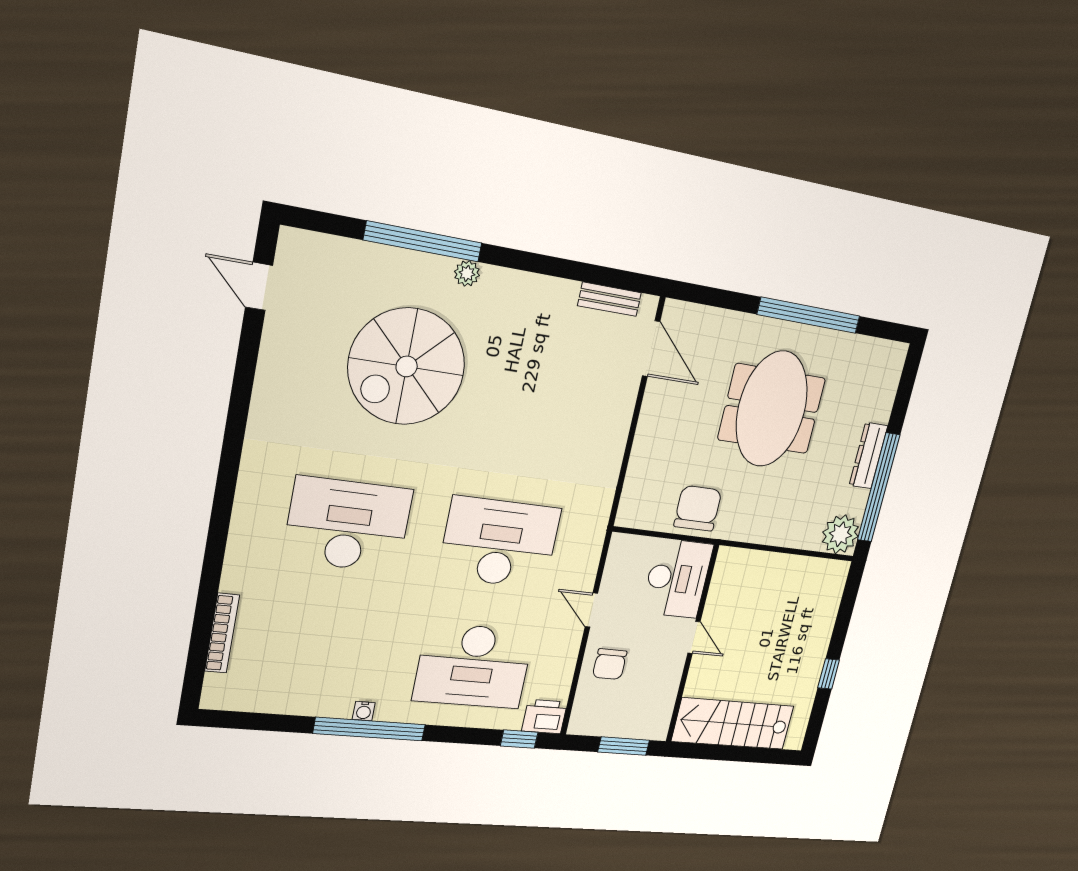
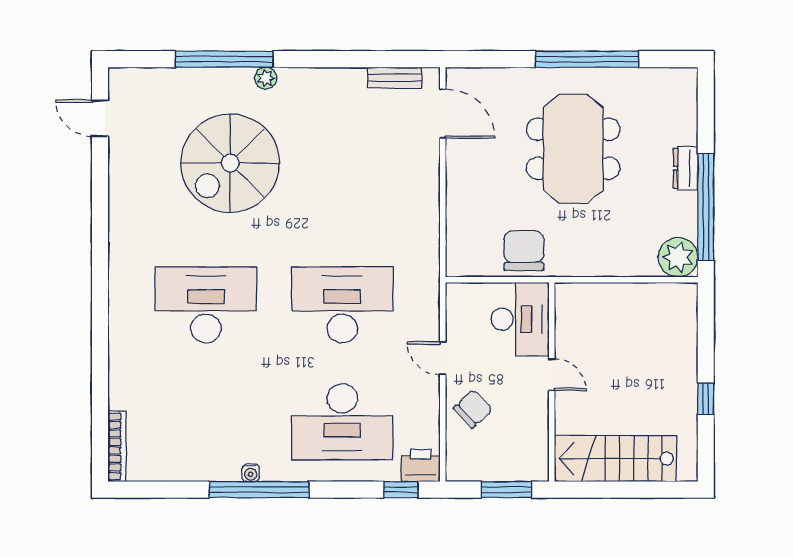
dresser: (868, 456) -> (686, 168), width x0.70
bookcase: (222, 633) -> (117, 446), moved
chair: (610, 664) -> (473, 409), turned -133

